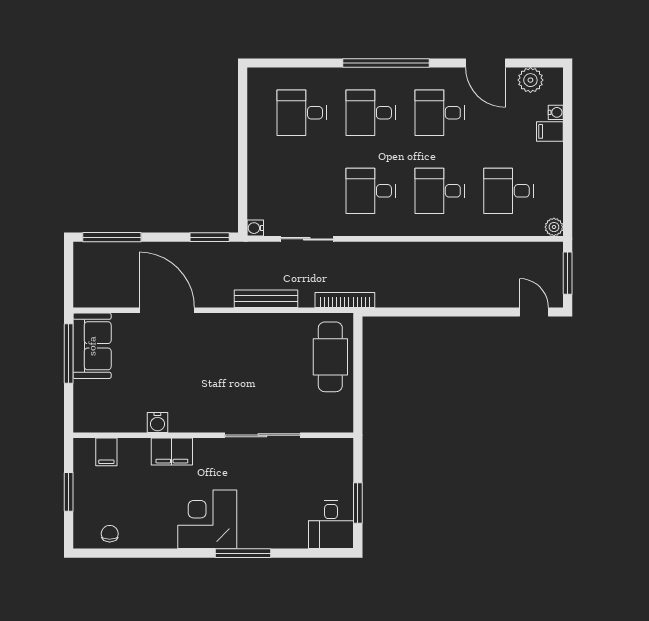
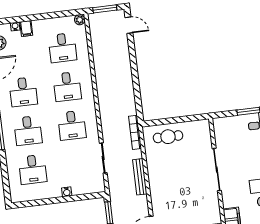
water cooler: (255, 228) -> (67, 192), moved
door: (534, 312) -> (129, 25), swing flipped
cafe table: (330, 357) -> (168, 137), width x0.73, depth x0.74

